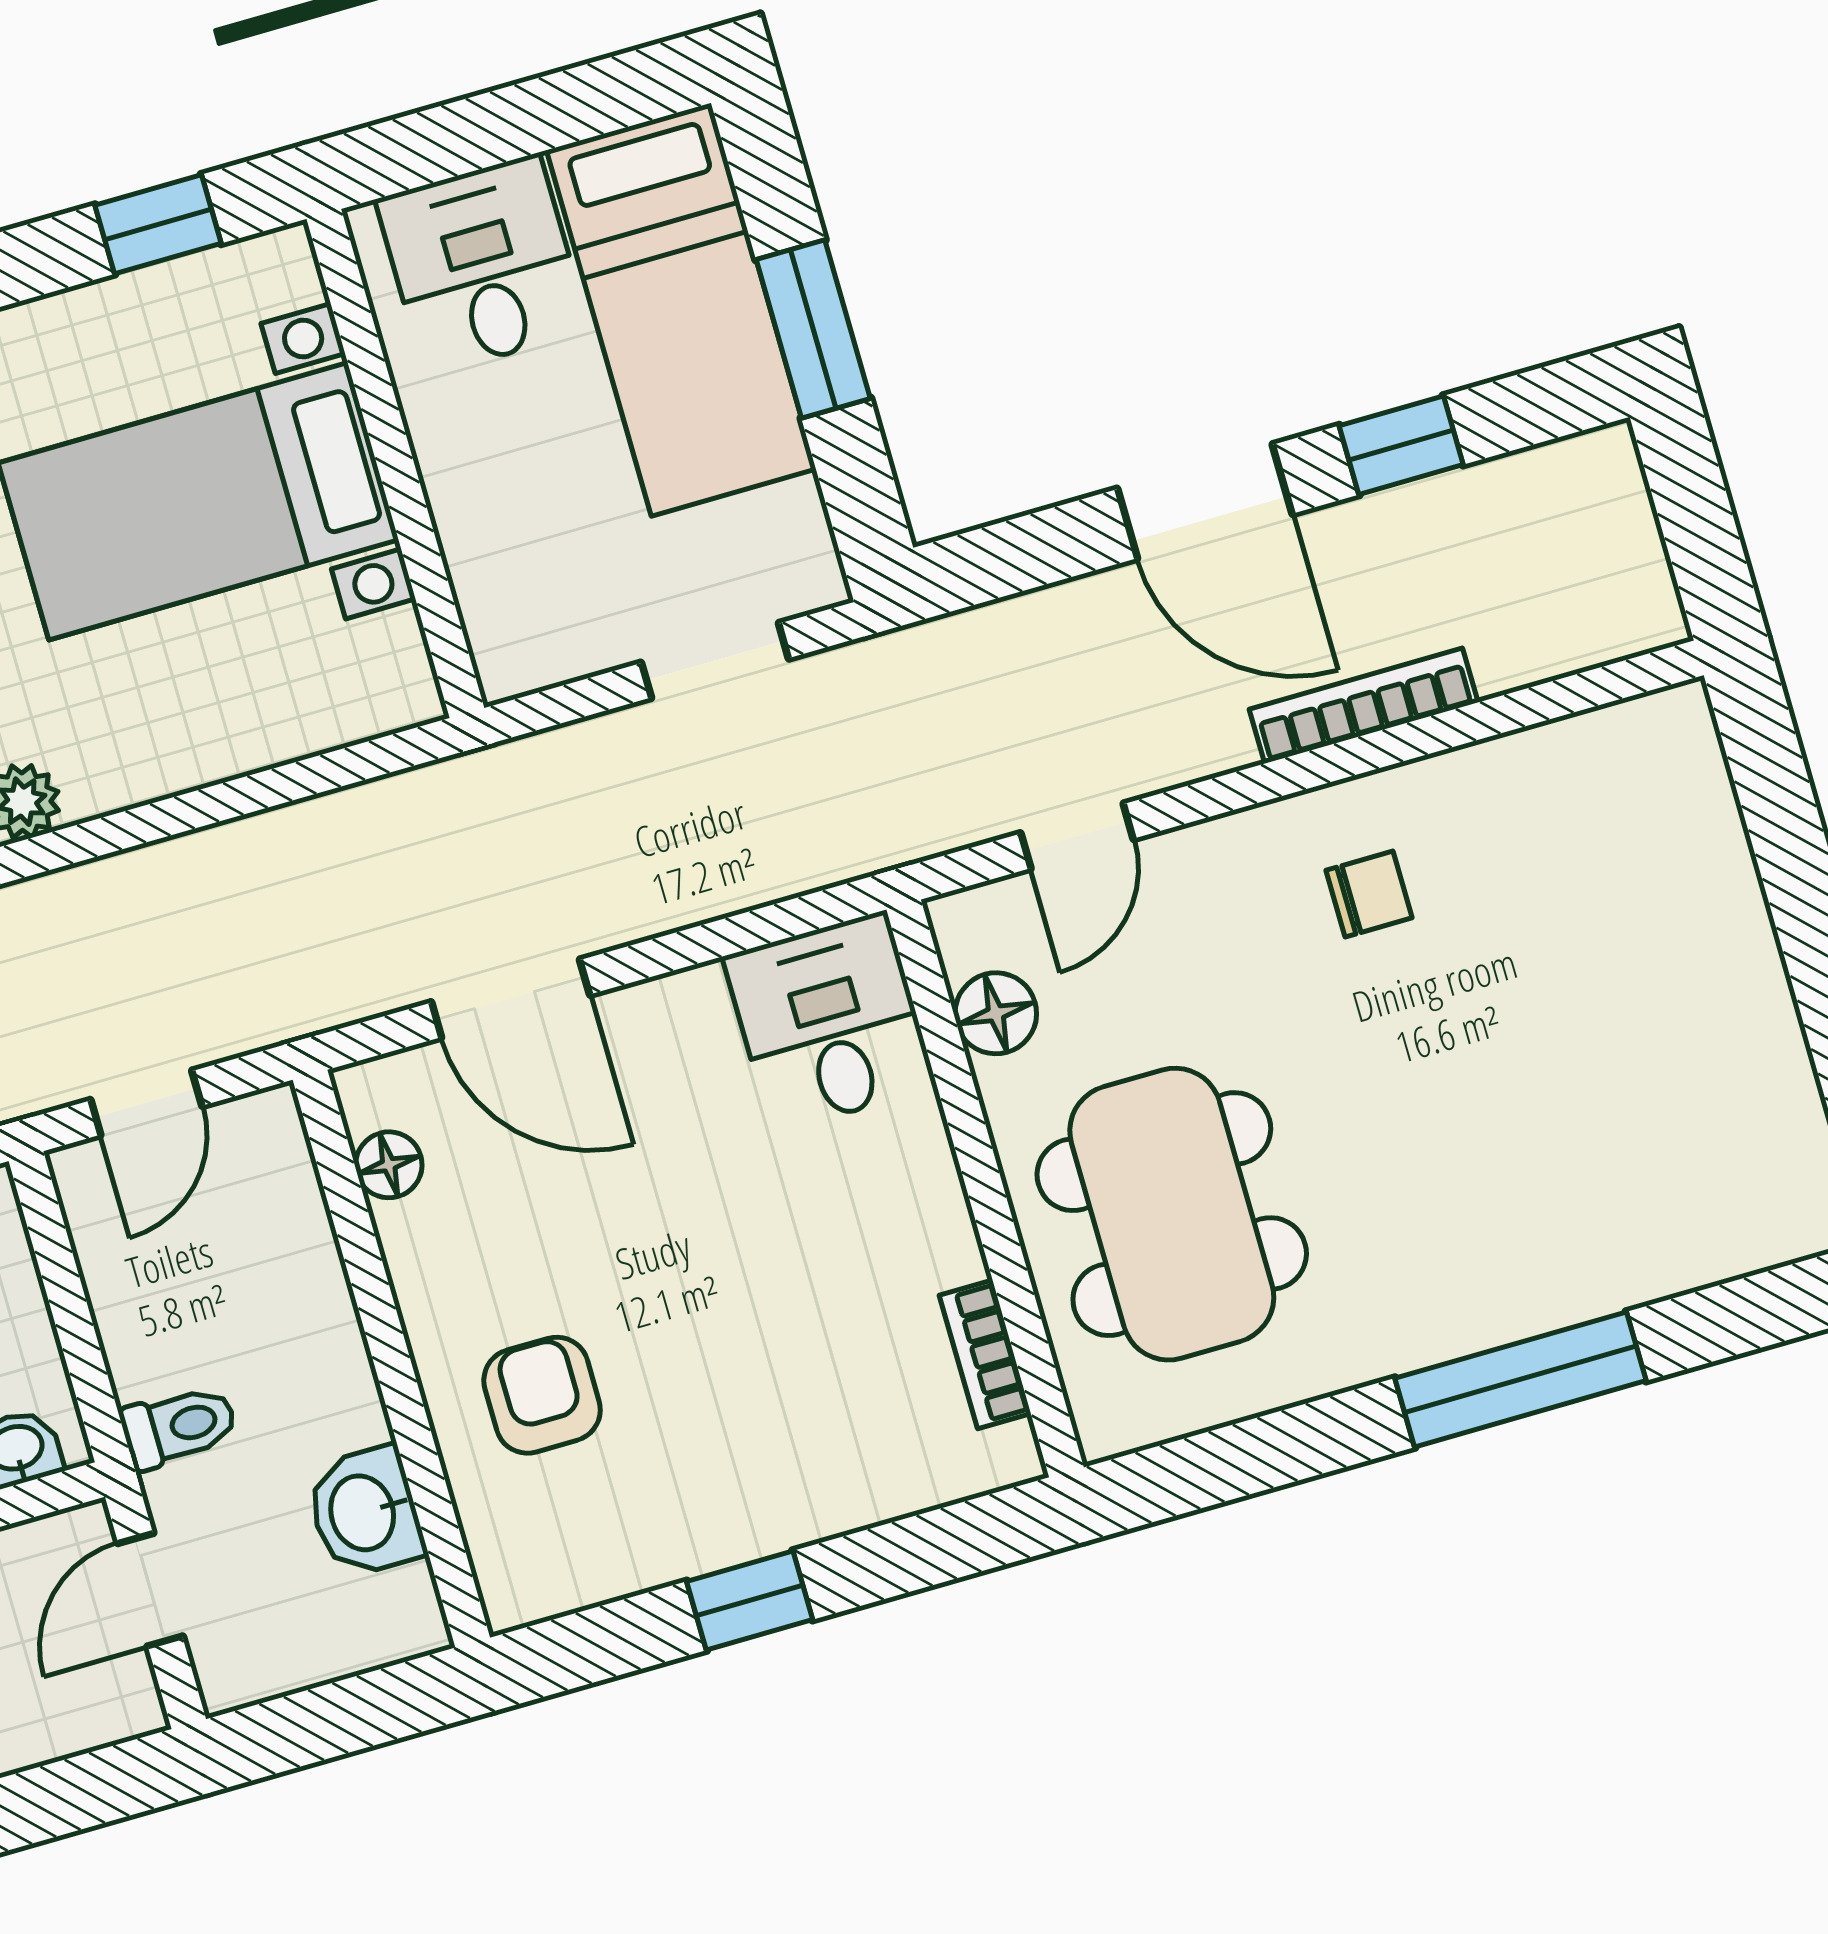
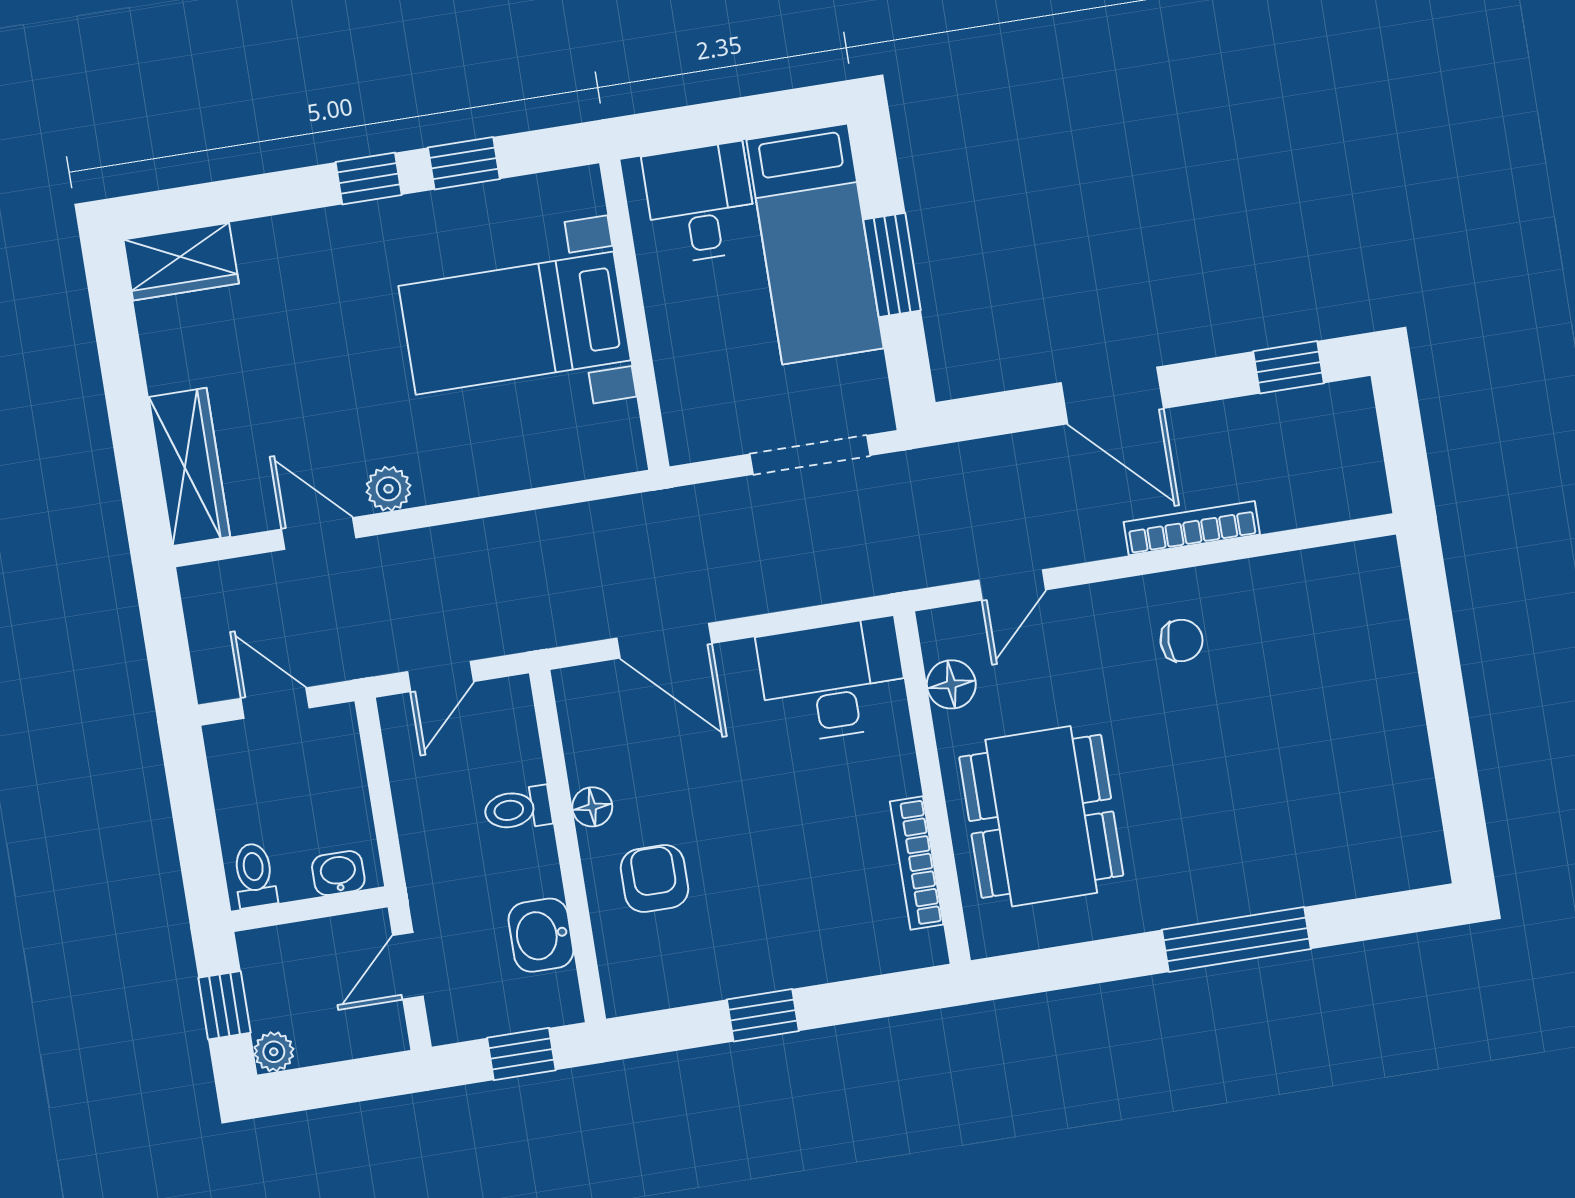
window: (158, 224) -> (464, 163), moved
window: (1401, 445) -> (1289, 367), moved
doorway: (715, 661) -> (810, 455), width x1.38
desk: (830, 1022) -> (833, 681), width x1.37
floor lamp: (389, 1165) -> (592, 807), moved
bookcase: (985, 1354) -> (917, 863), width x1.56
toilet: (179, 1427) -> (518, 809), moved, turned 180
window: (356, 1713) -> (521, 1054), added

